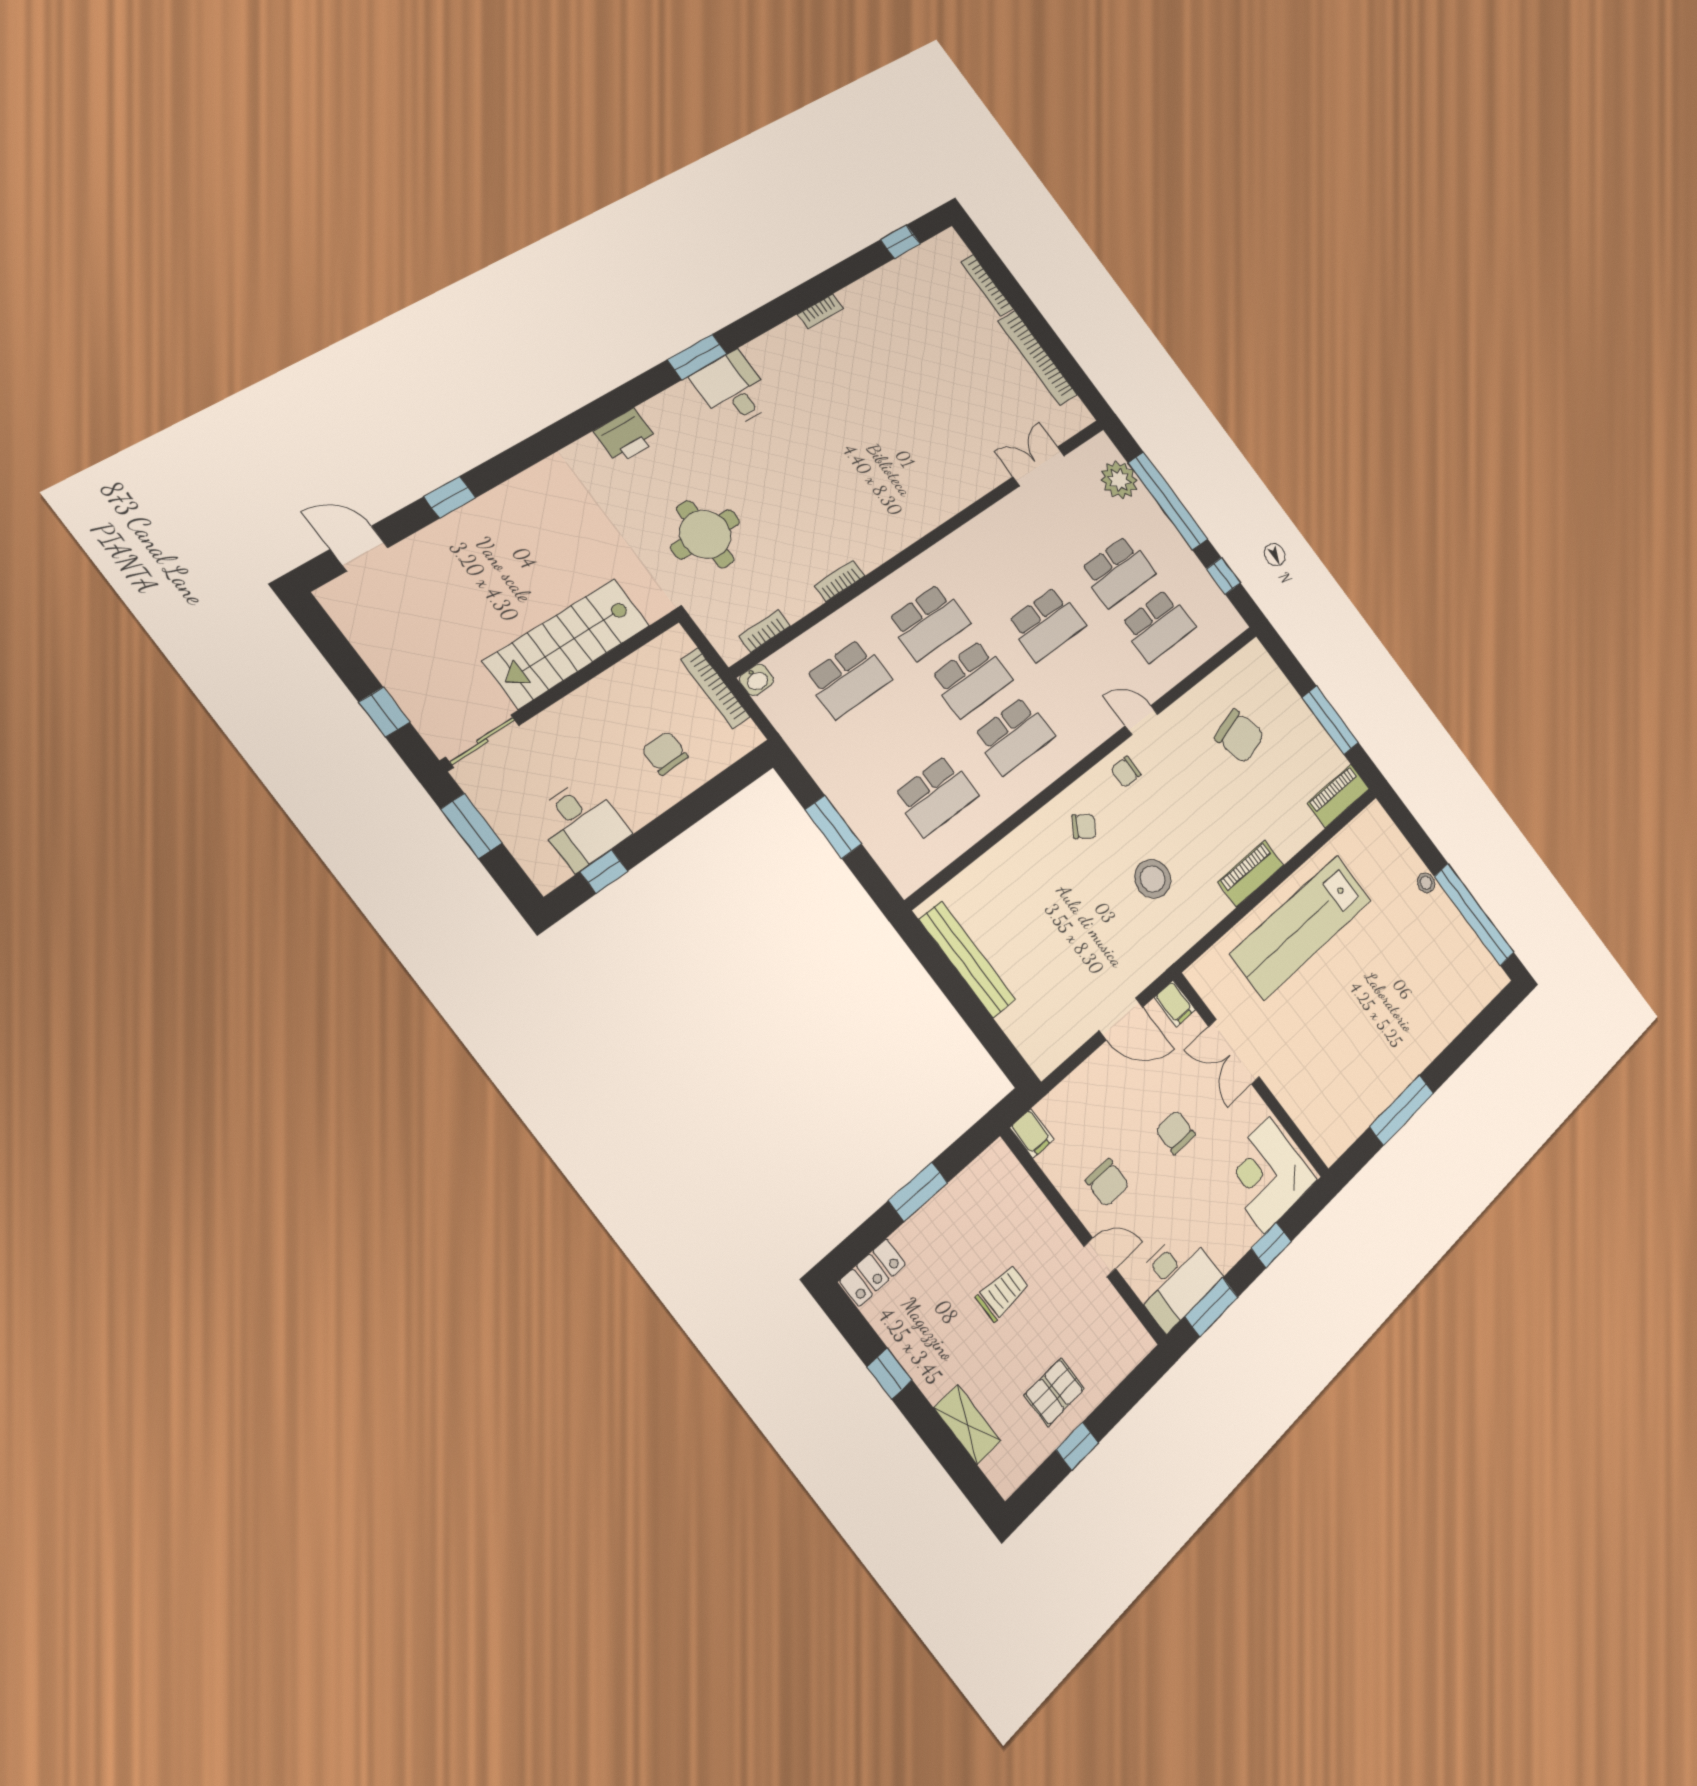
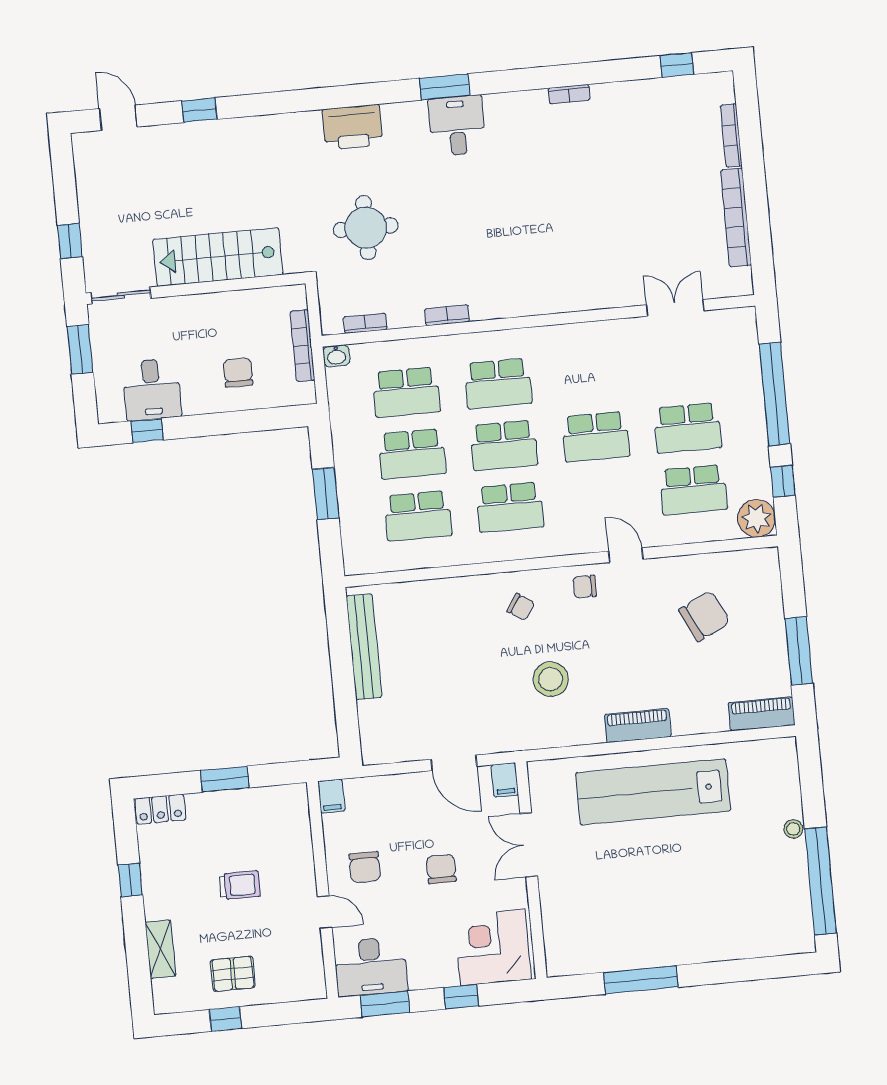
printer: (626, 436) -> (352, 127), width x1.37, depth x1.19
plant: (1119, 480) -> (757, 518), moved
chair: (1239, 736) -> (704, 616), turned -101
school desk: (892, 737) -> (412, 454), added

